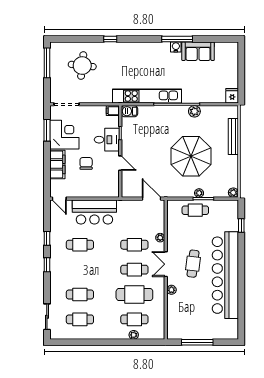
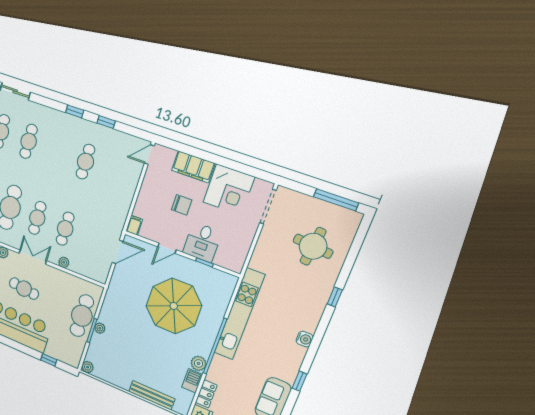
window: (177, 39) -> (299, 381), width x0.46
water cooler: (176, 47) -> (305, 339), moved
locker: (214, 98) -> (206, 394), added
filing cabinet: (113, 111) -> (134, 225), moved
barbecue: (129, 111) -> (192, 381), moved
window: (47, 130) -> (243, 168), removed
parasol: (191, 156) -> (174, 306), moved
door: (151, 199) -> (118, 252), moved
cafe table: (195, 210) -> (82, 316), width x1.37, depth x1.35
bar counter: (94, 212) -> (119, 194), removed

